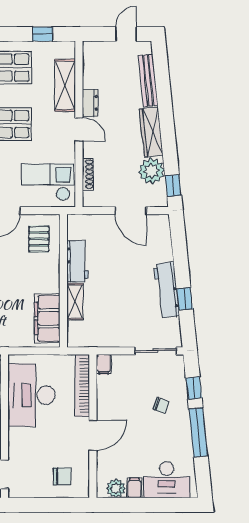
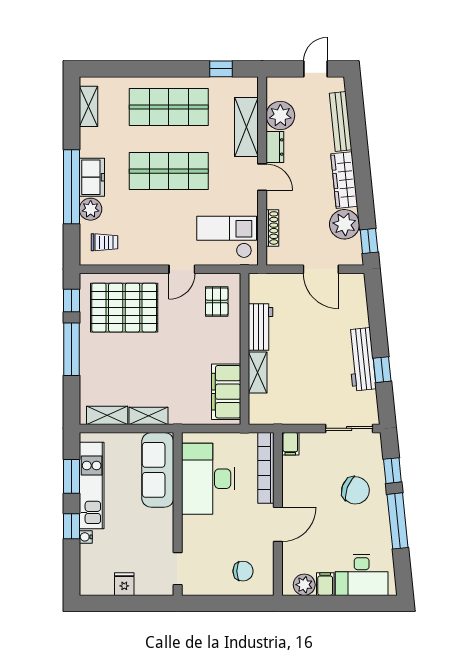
plant: (95, 75) -> (280, 115), added
chair: (161, 405) -> (355, 490), width x1.87, depth x1.87

